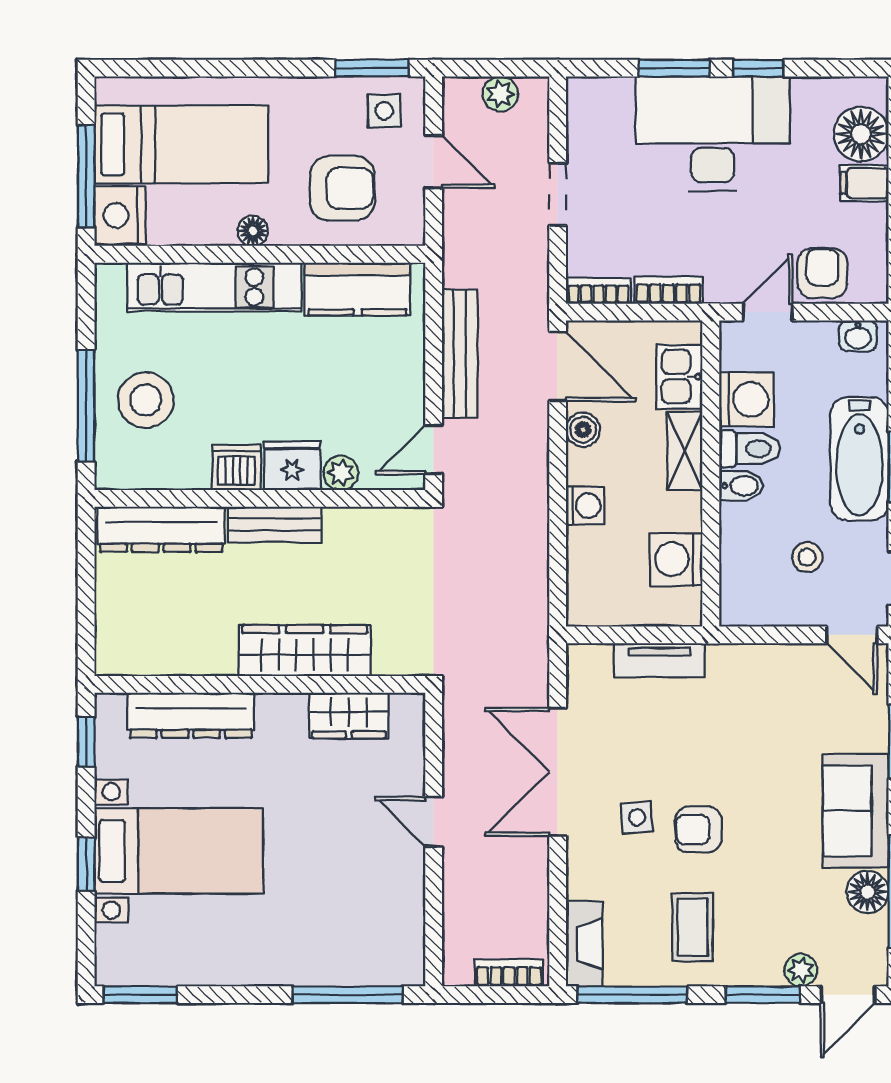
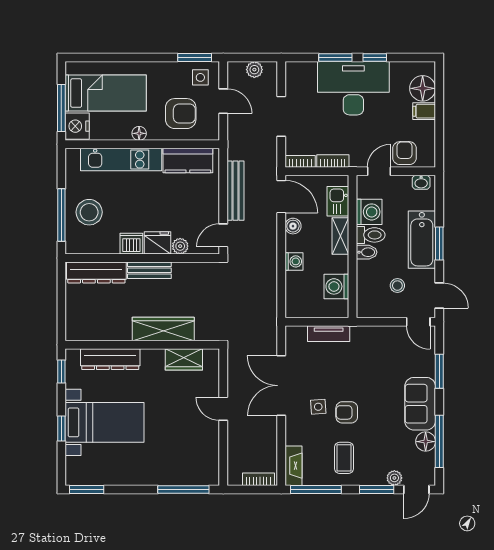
doorway: (558, 194) -> (281, 116), width x1.38

